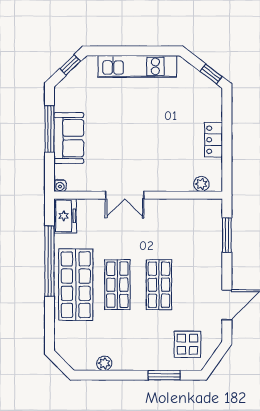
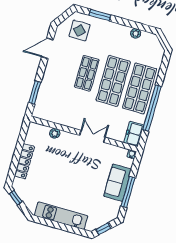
locker: (214, 140) -> (24, 161), width x1.53
plant: (201, 184) -> (55, 133), moved
shop shelf: (117, 285) -> (113, 81), width x1.43, depth x1.36

